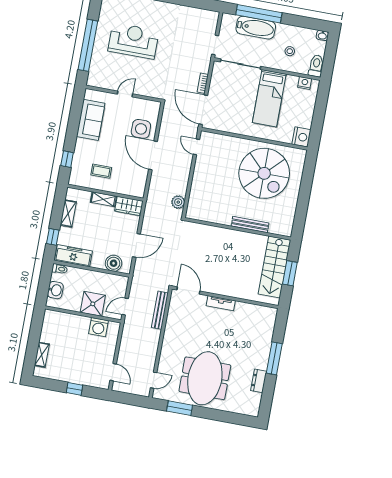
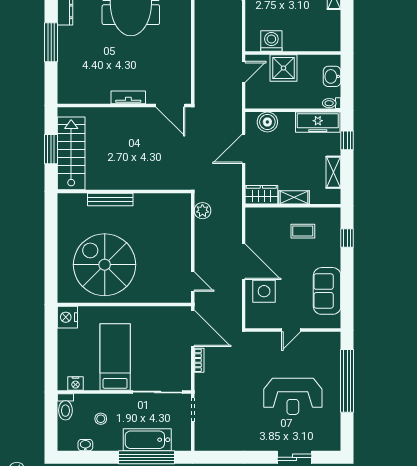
washbasin: (322, 35) -> (85, 445), moved
bench: (160, 310) -> (201, 75), removed

